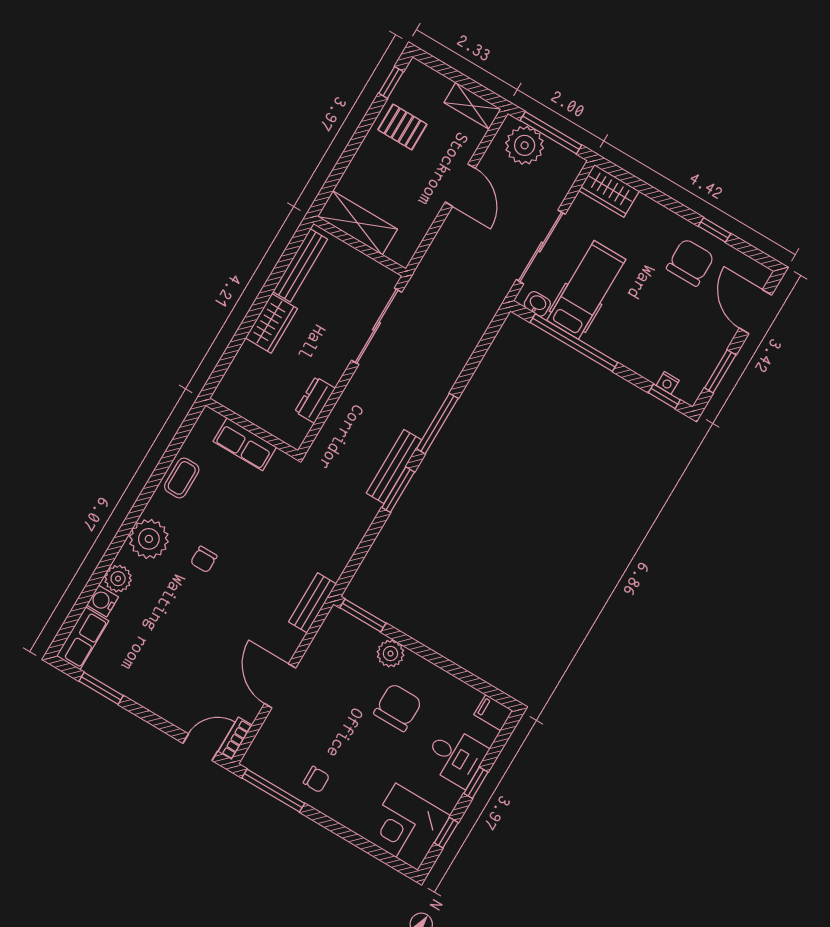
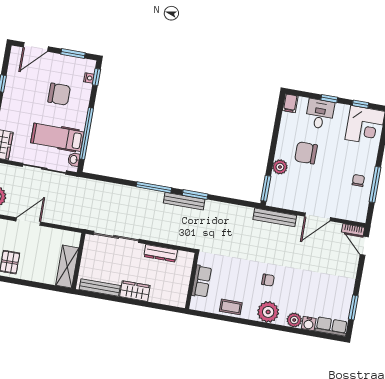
chair: (690, 262) -> (59, 94), moved, turned 180
dresser: (315, 400) -> (161, 253), width x1.44
bench: (312, 603) -> (275, 217), width x1.36
window: (273, 791) -> (375, 185), moved

